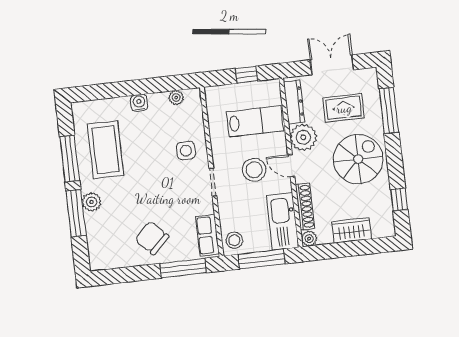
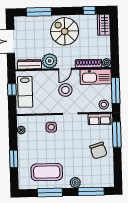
window: (124, 89) -> (14, 159), added
water cooler: (139, 103) -> (22, 151), removed
rug: (344, 108) -> (35, 37), removed
lab bench: (255, 121) -> (25, 92), moved, turned 180
window: (76, 213) -> (91, 191), moved
wardrobe: (352, 230) -> (104, 25), moved
chair: (152, 238) -> (98, 150), turned -63

